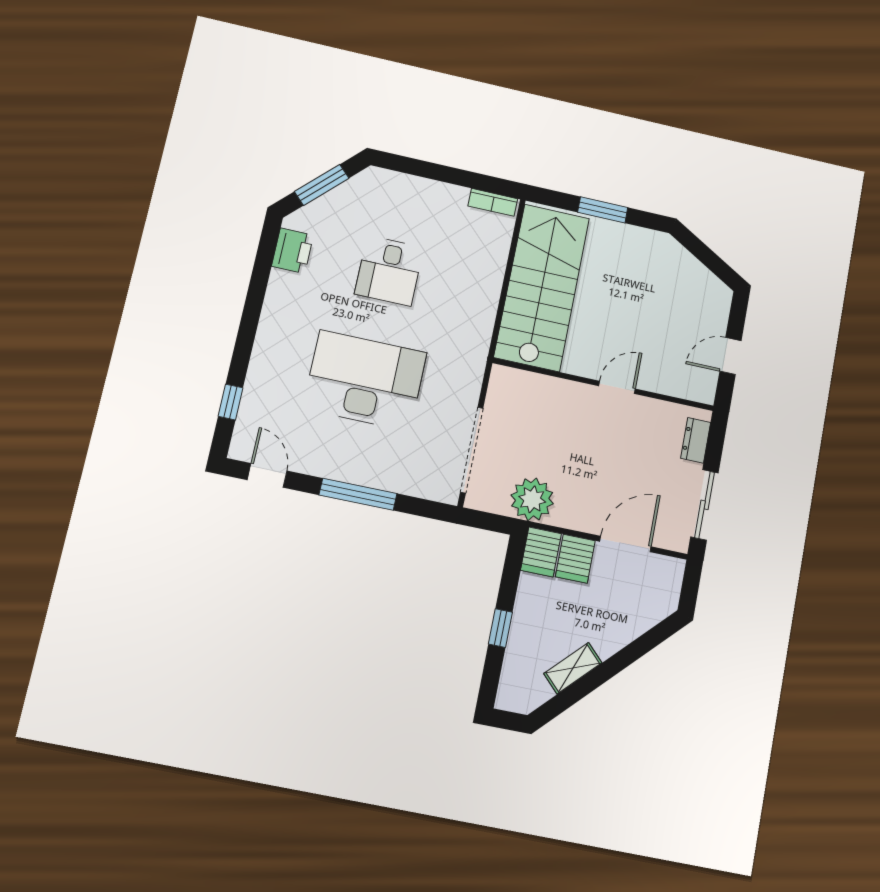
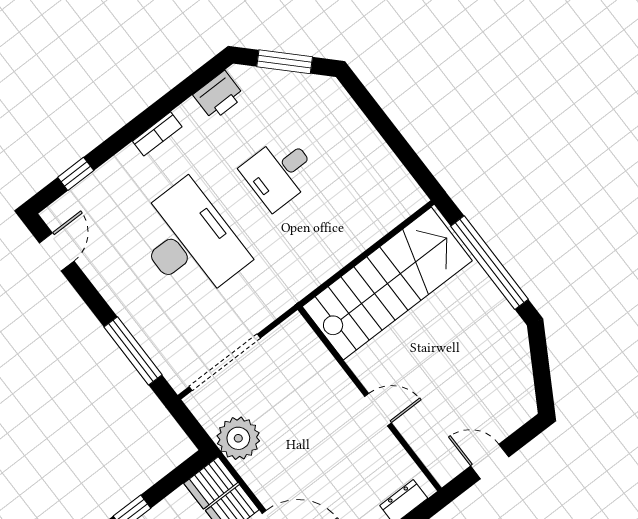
bookcase: (493, 202) -> (157, 134), moved, turned -90
window: (603, 210) -> (489, 263), width x2.11
window: (358, 494) -> (133, 351), moved

